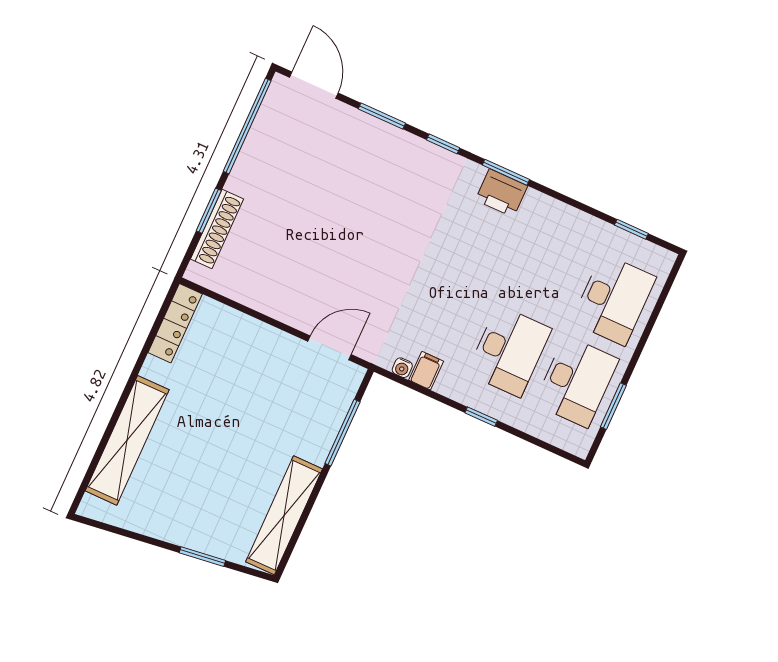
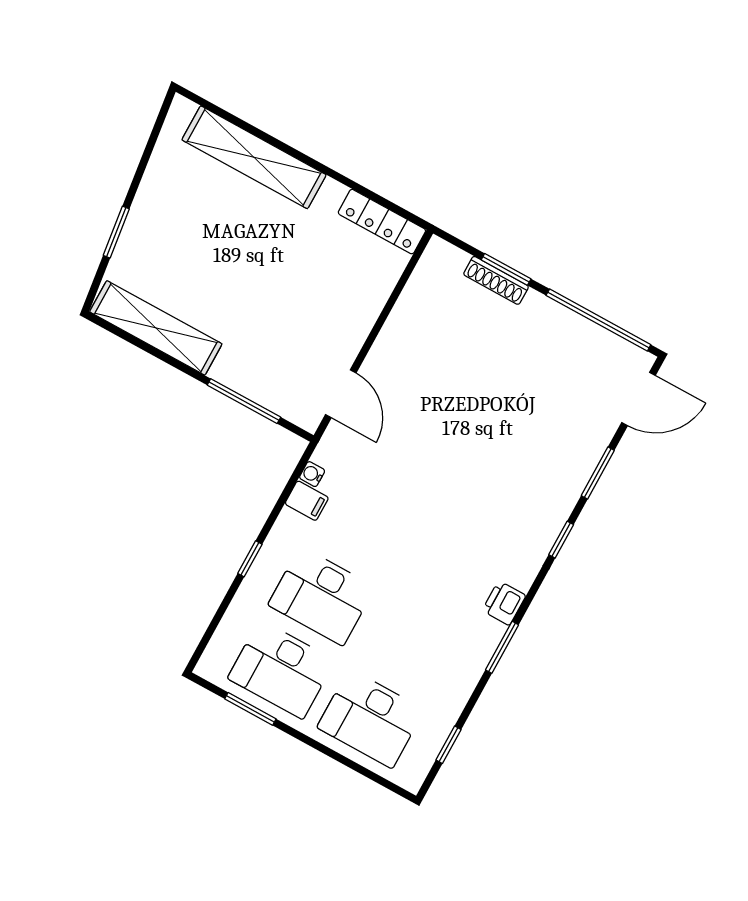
window: (506, 172) -> (502, 647), moved
printer: (501, 193) -> (504, 603), width x0.73, depth x0.81
shoe rack: (217, 229) -> (496, 280), width x0.74, depth x0.81

